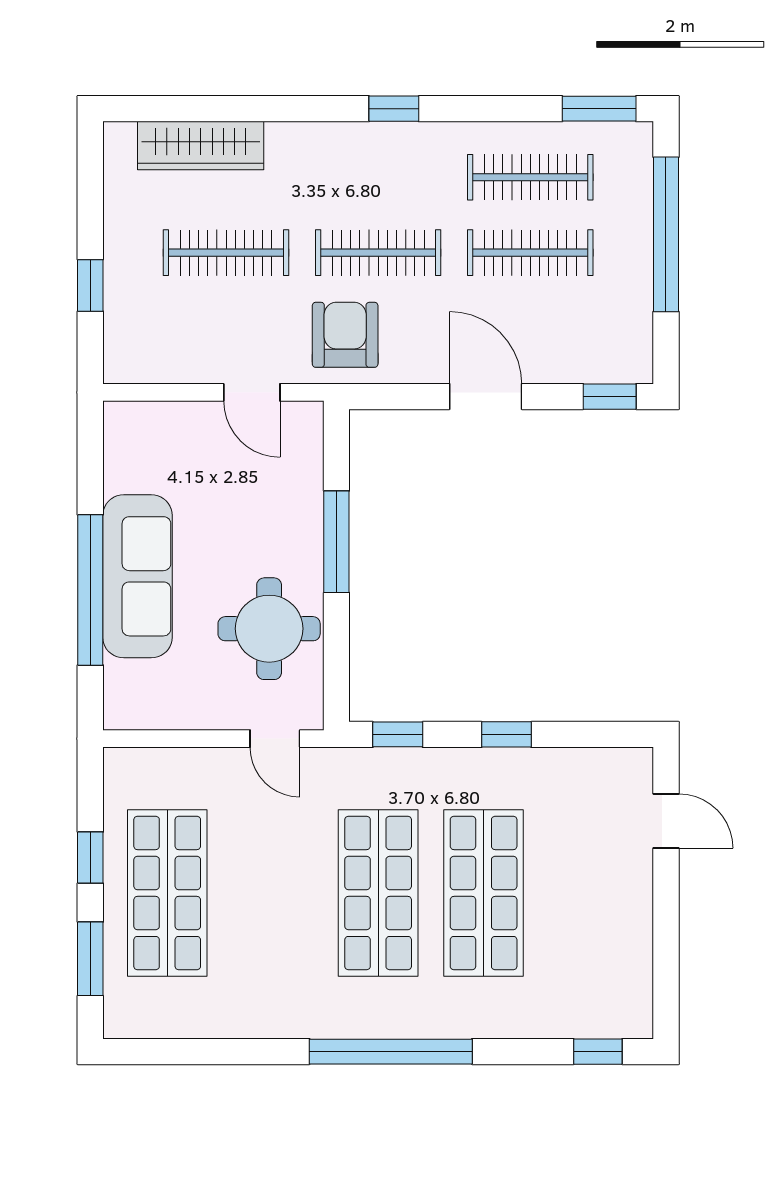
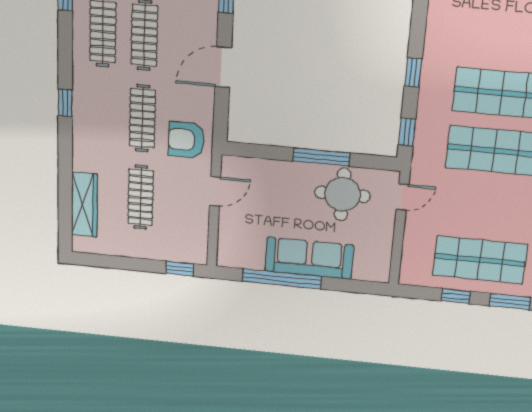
window: (90, 285) -> (180, 269), moved
window: (336, 542) -> (321, 157), moved
window: (90, 590) -> (282, 279), moved

